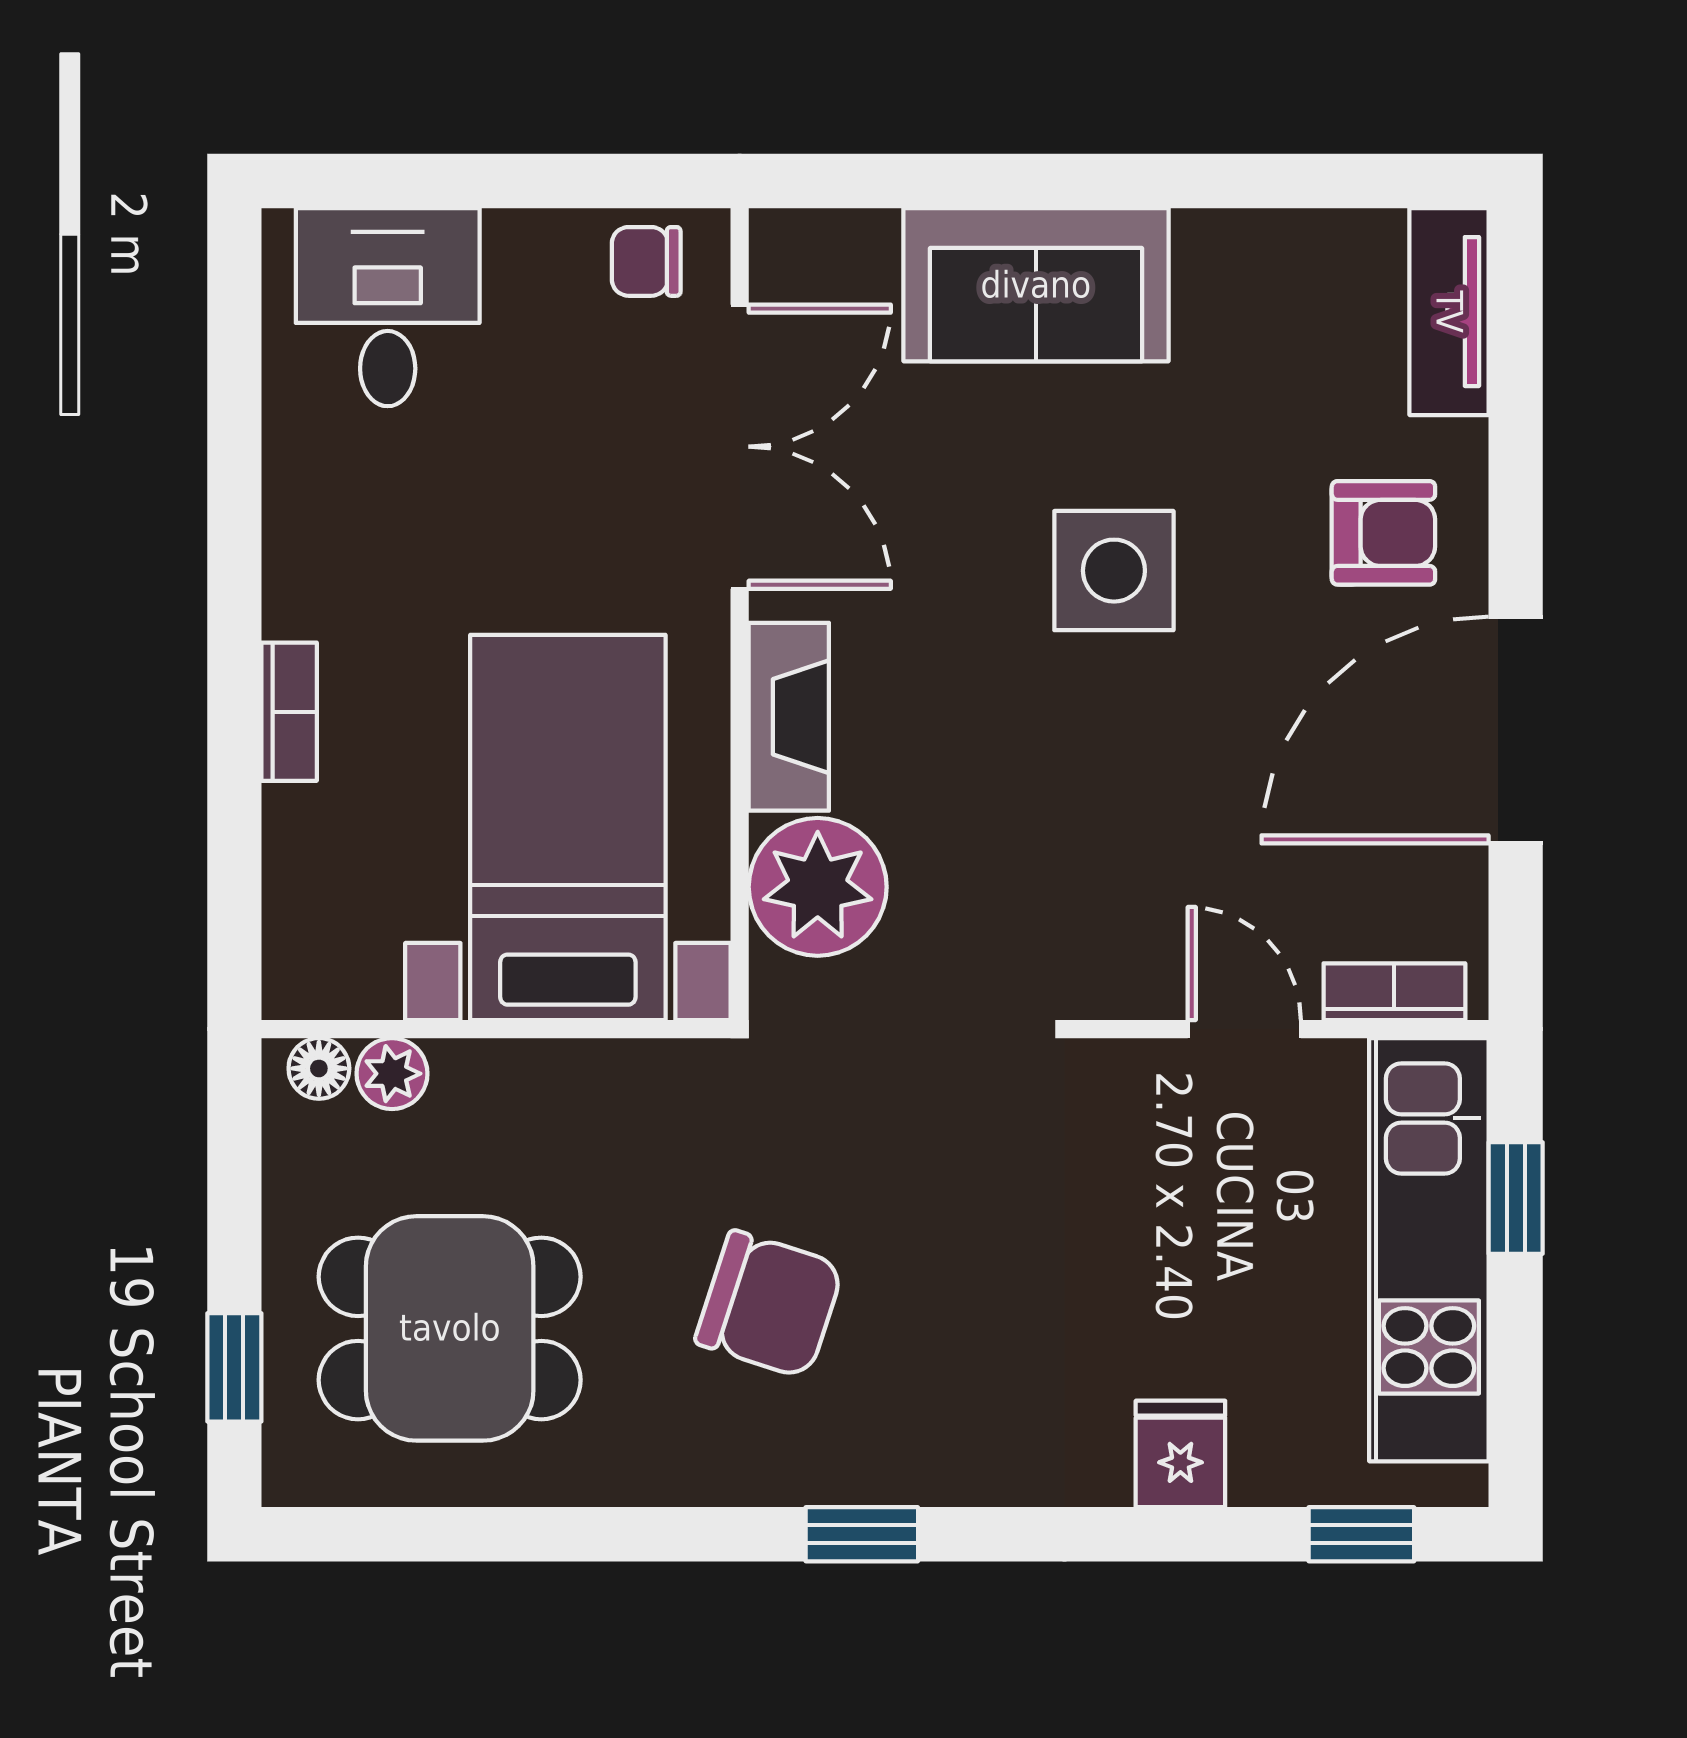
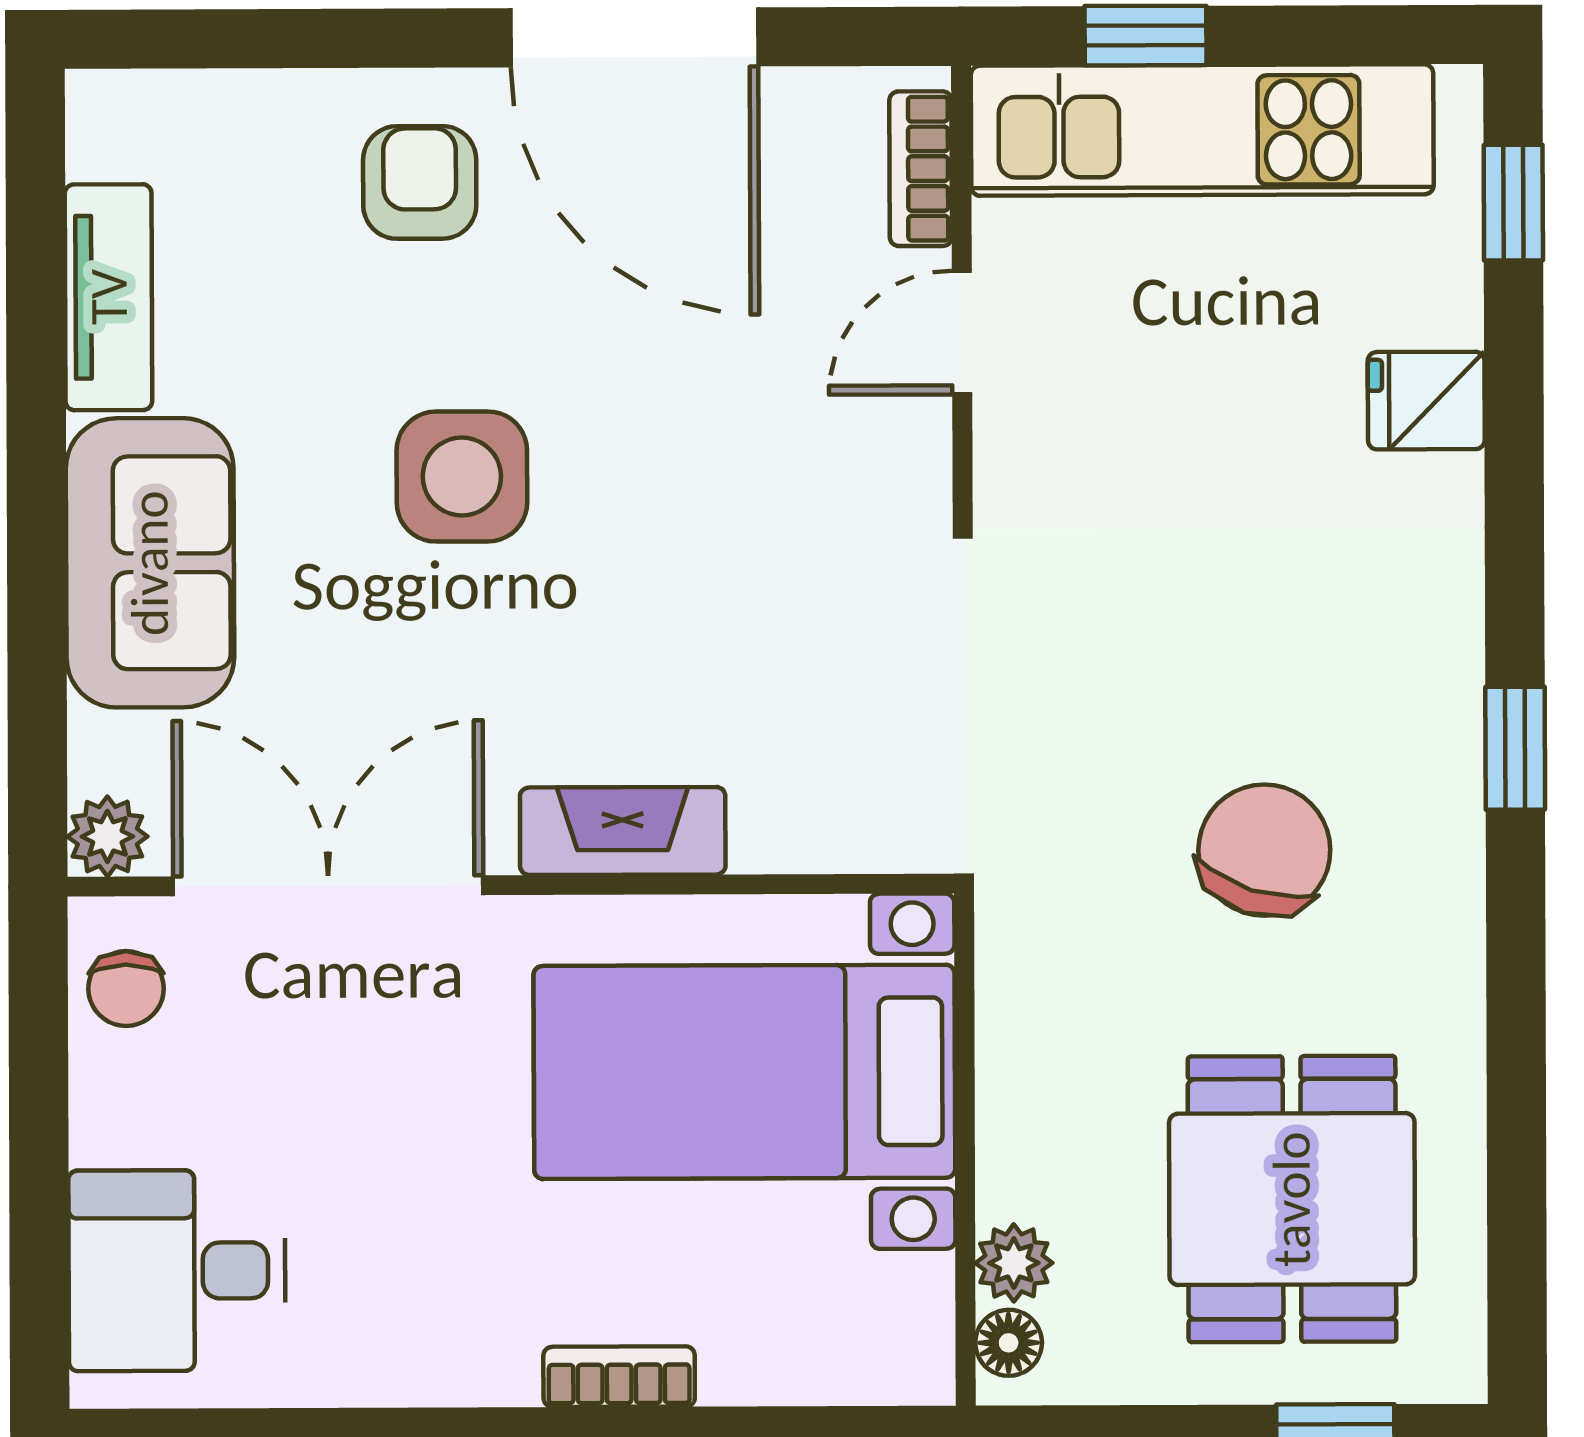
tv unit: (1449, 312) -> (109, 297), moved, turned -90
plant: (818, 887) -> (107, 836), moved, width x0.53, depth x0.53

